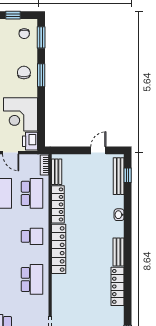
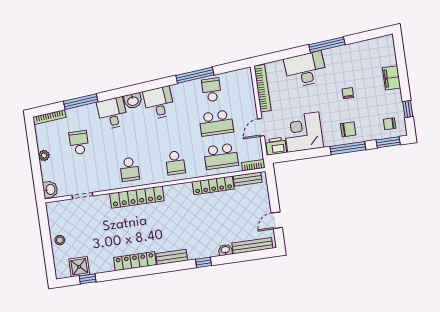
window: (41, 75) -> (348, 148), width x1.44
door: (98, 150) -> (277, 220), swing flipped
window: (128, 175) -> (203, 262), moved
washbasin: (119, 215) -> (225, 250), moved
locker: (59, 249) -> (137, 197), moved
school desk: (32, 279) -> (129, 169), width x0.54

